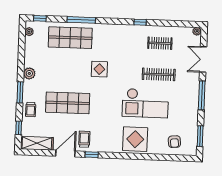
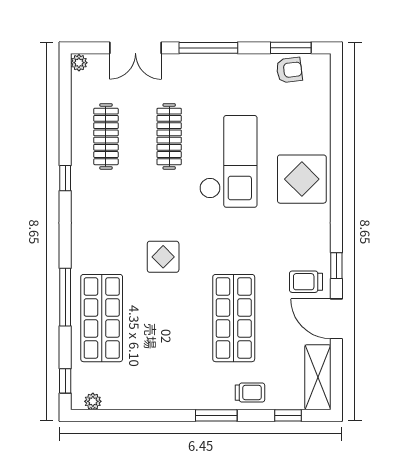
clothes rail: (160, 43) -> (106, 136), width x1.36
plant: (29, 73) -> (177, 398), removed
armchair: (174, 142) -> (289, 70), moved

